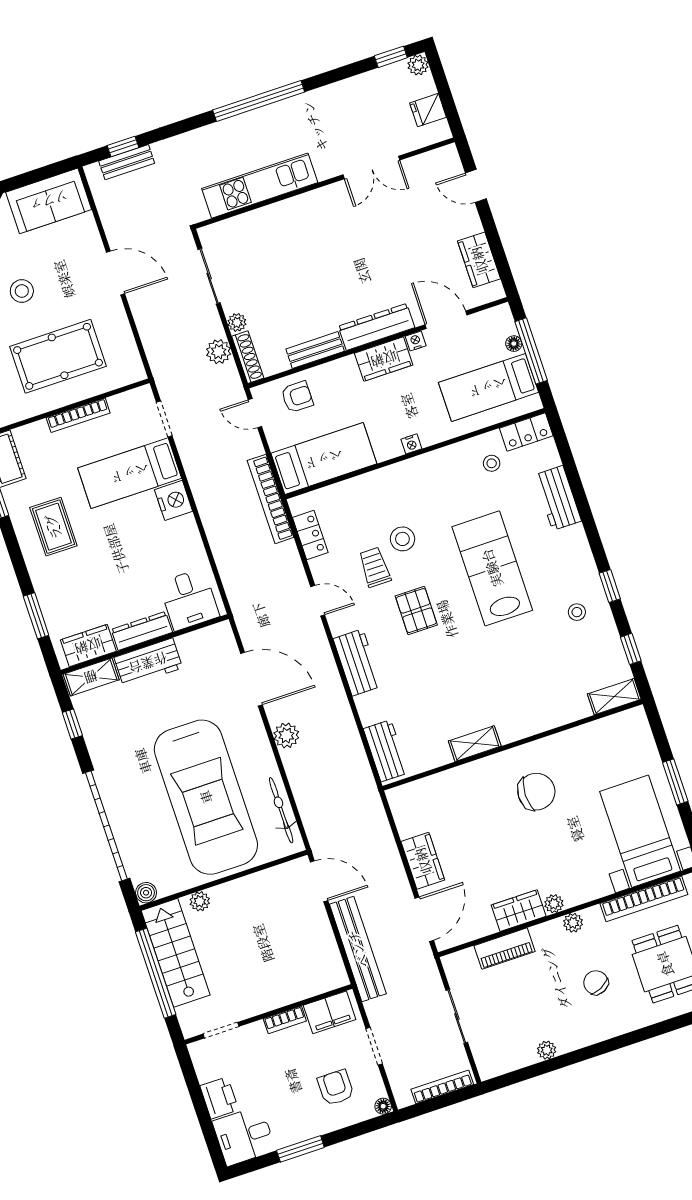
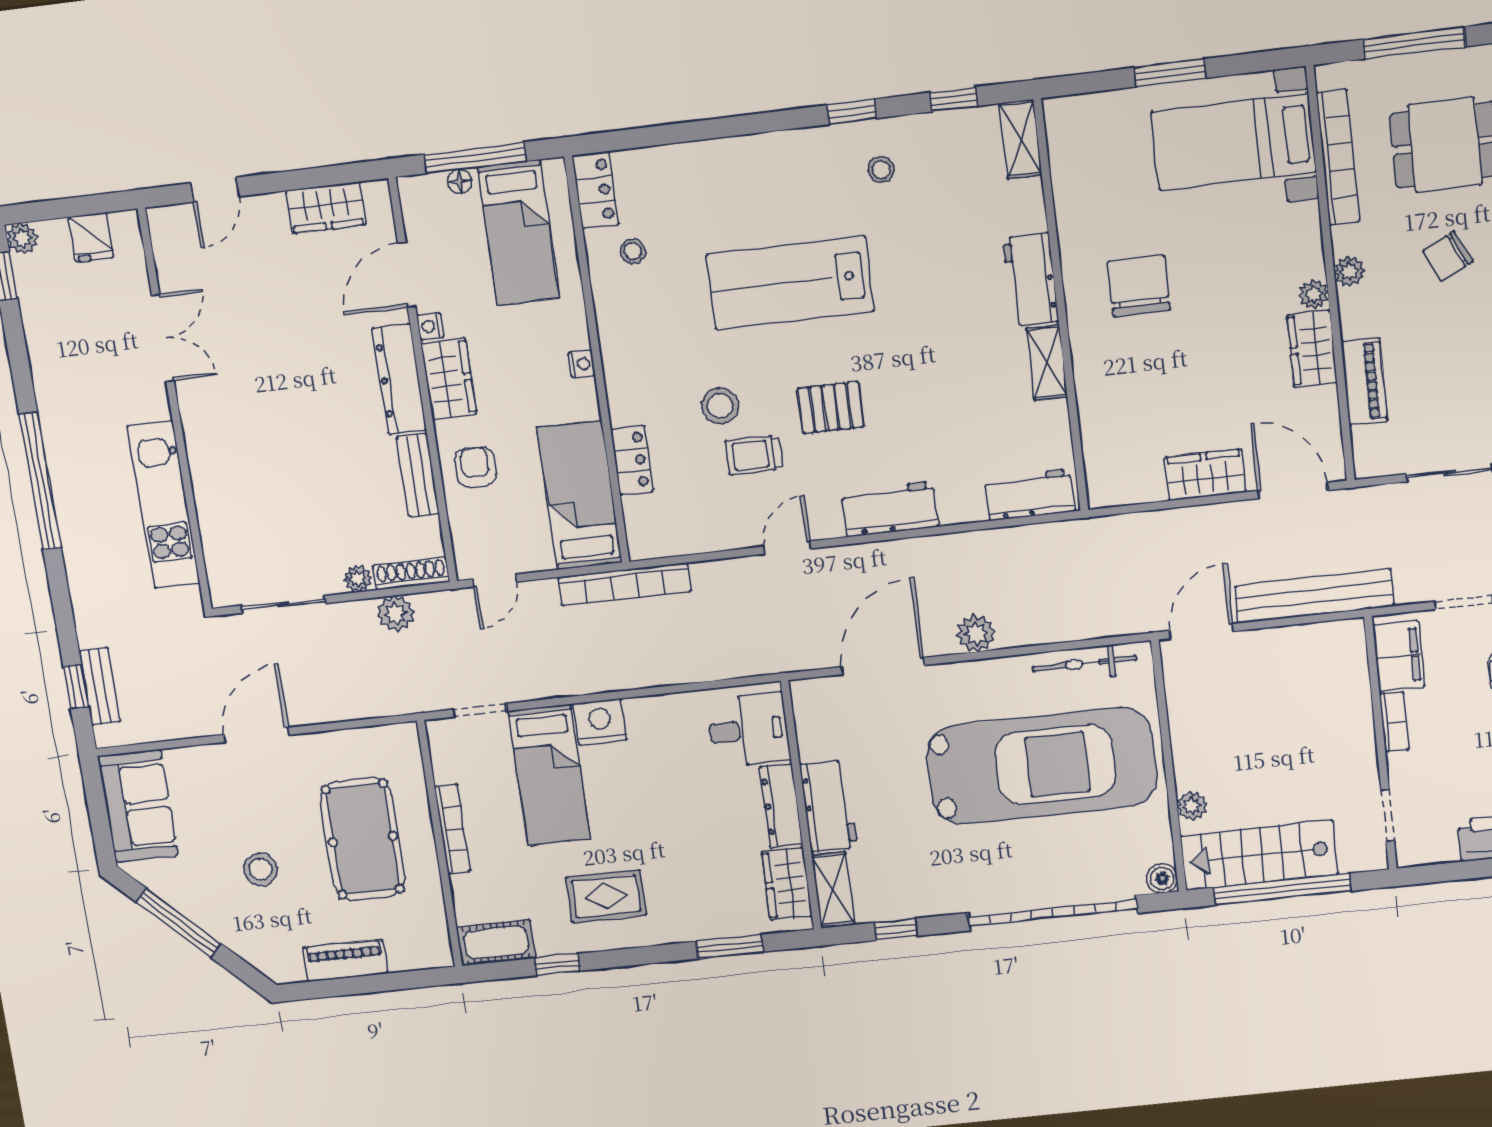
armchair: (297, 397) -> (475, 467), moved
workbench: (558, 498) -> (1031, 280), moved, turned 90
locker: (310, 535) -> (632, 460), moved, turned 90

